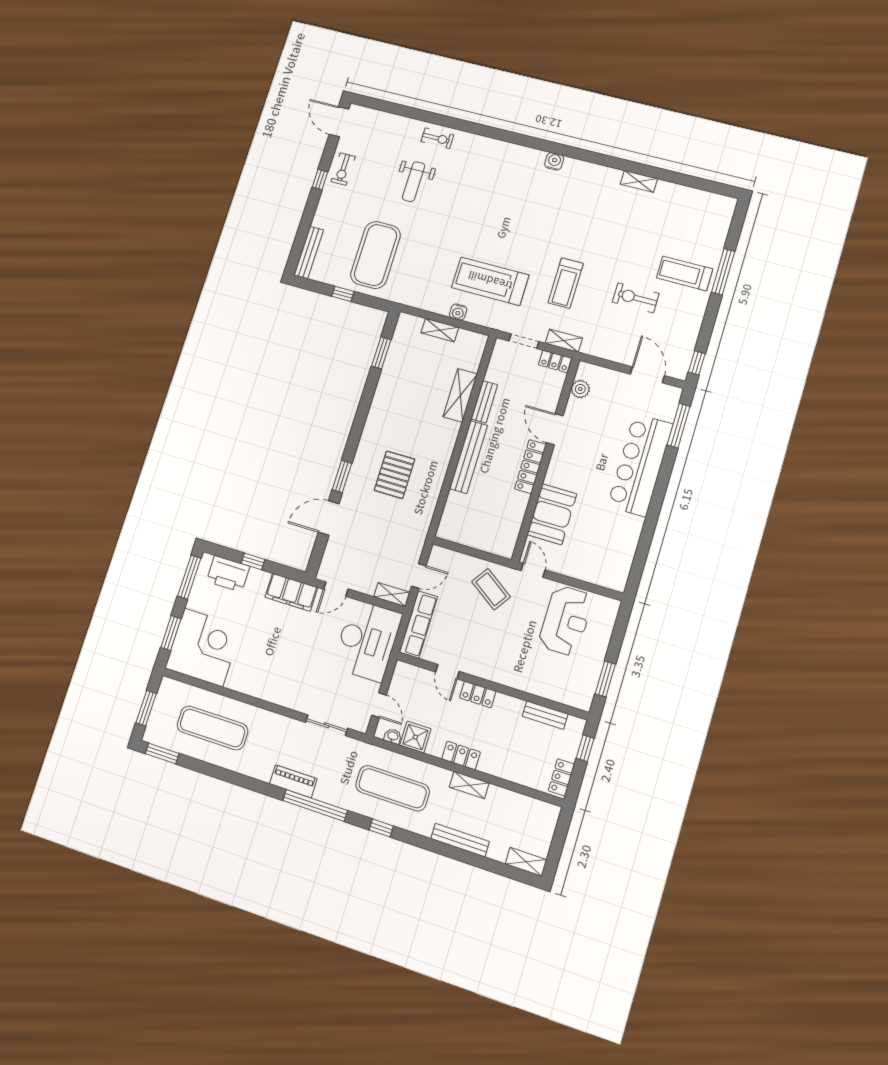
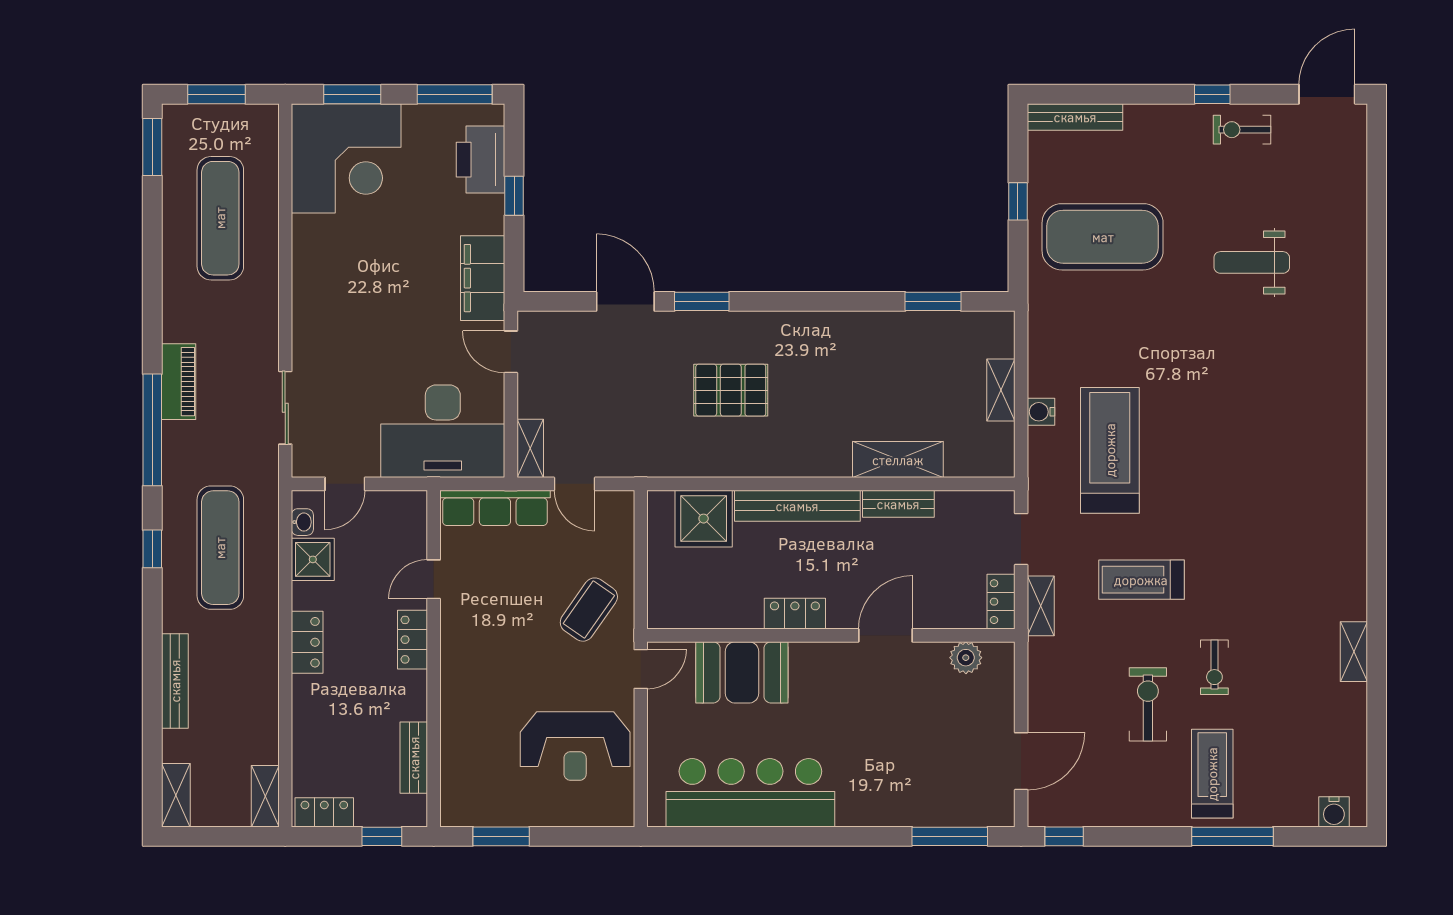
exercise bike: (437, 138) -> (1214, 667), moved
water cooler: (554, 161) -> (1334, 812), moved, turned 90
bar counter: (640, 465) -> (750, 793), moved
locker: (530, 467) -> (795, 614), width x0.66
shower: (460, 510) -> (704, 519), added
shelving: (469, 785) -> (265, 796), moved

